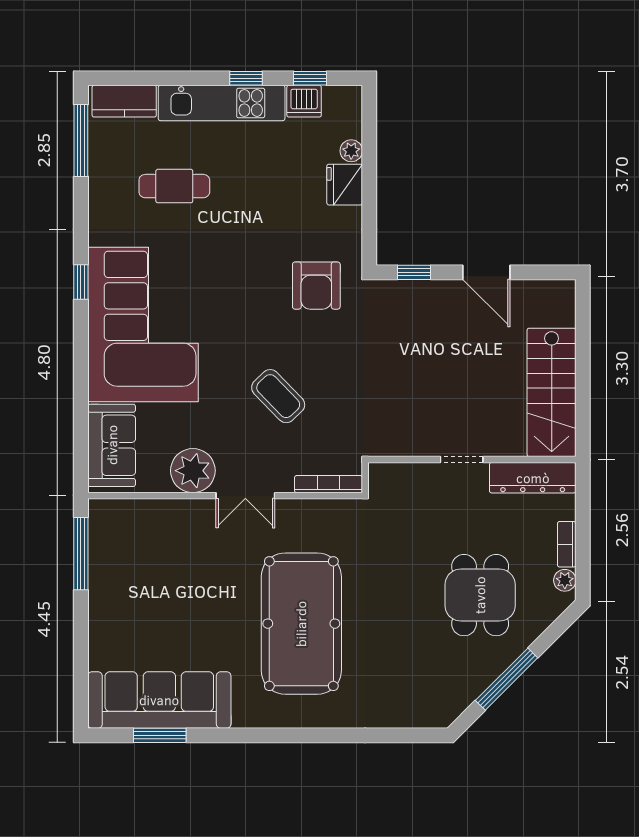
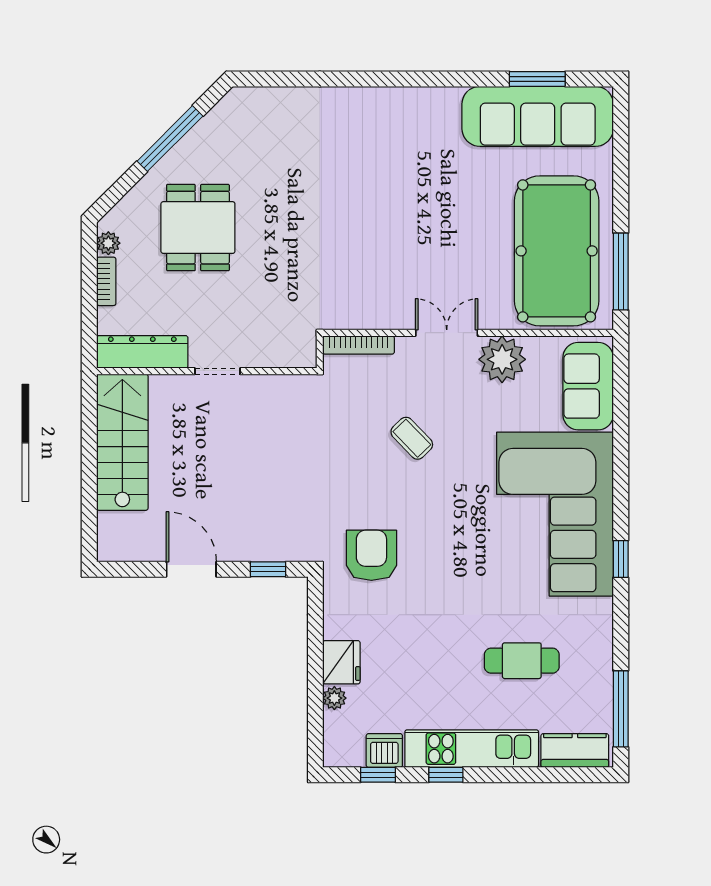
coffee table: (278, 396) -> (412, 438), width x0.73, depth x0.77
pool table: (301, 624) -> (557, 251), moved

